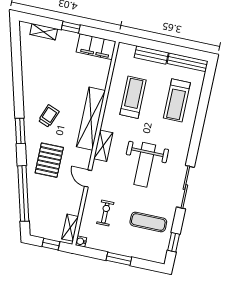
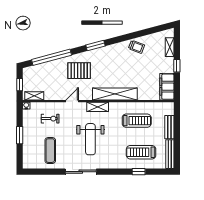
trolley: (49, 116) -> (136, 47), moved
weight bench: (145, 165) -> (90, 139), turned -90
window: (174, 242) -> (139, 172), moved

